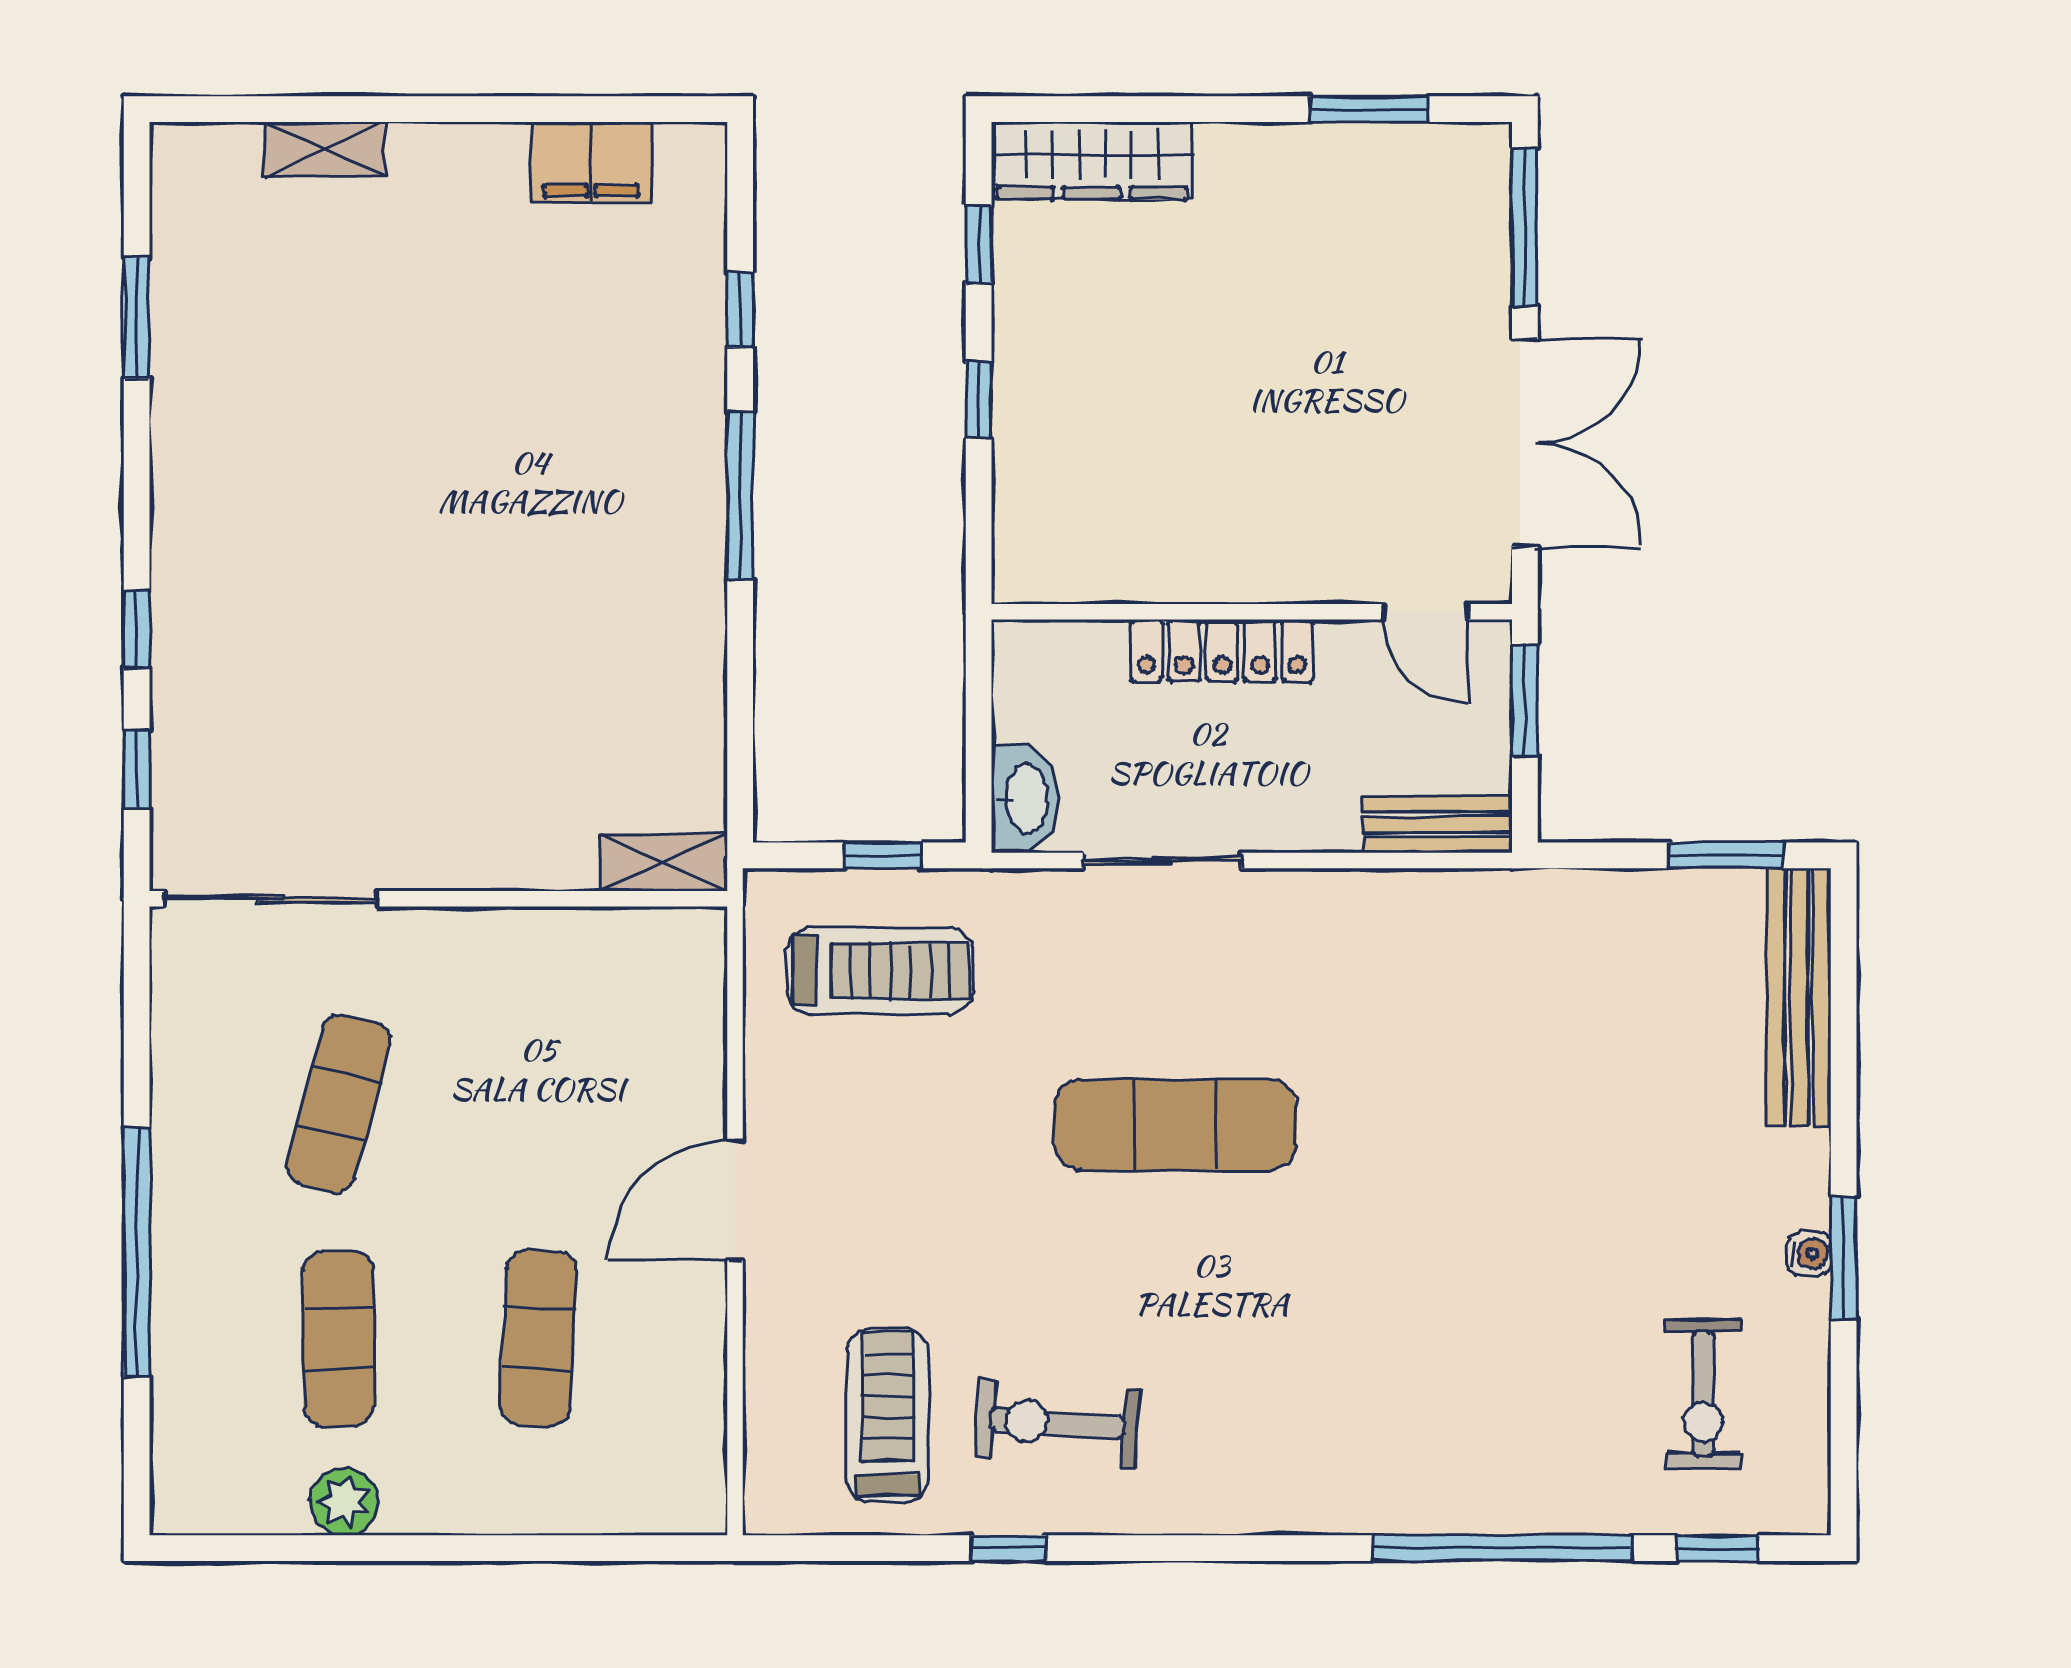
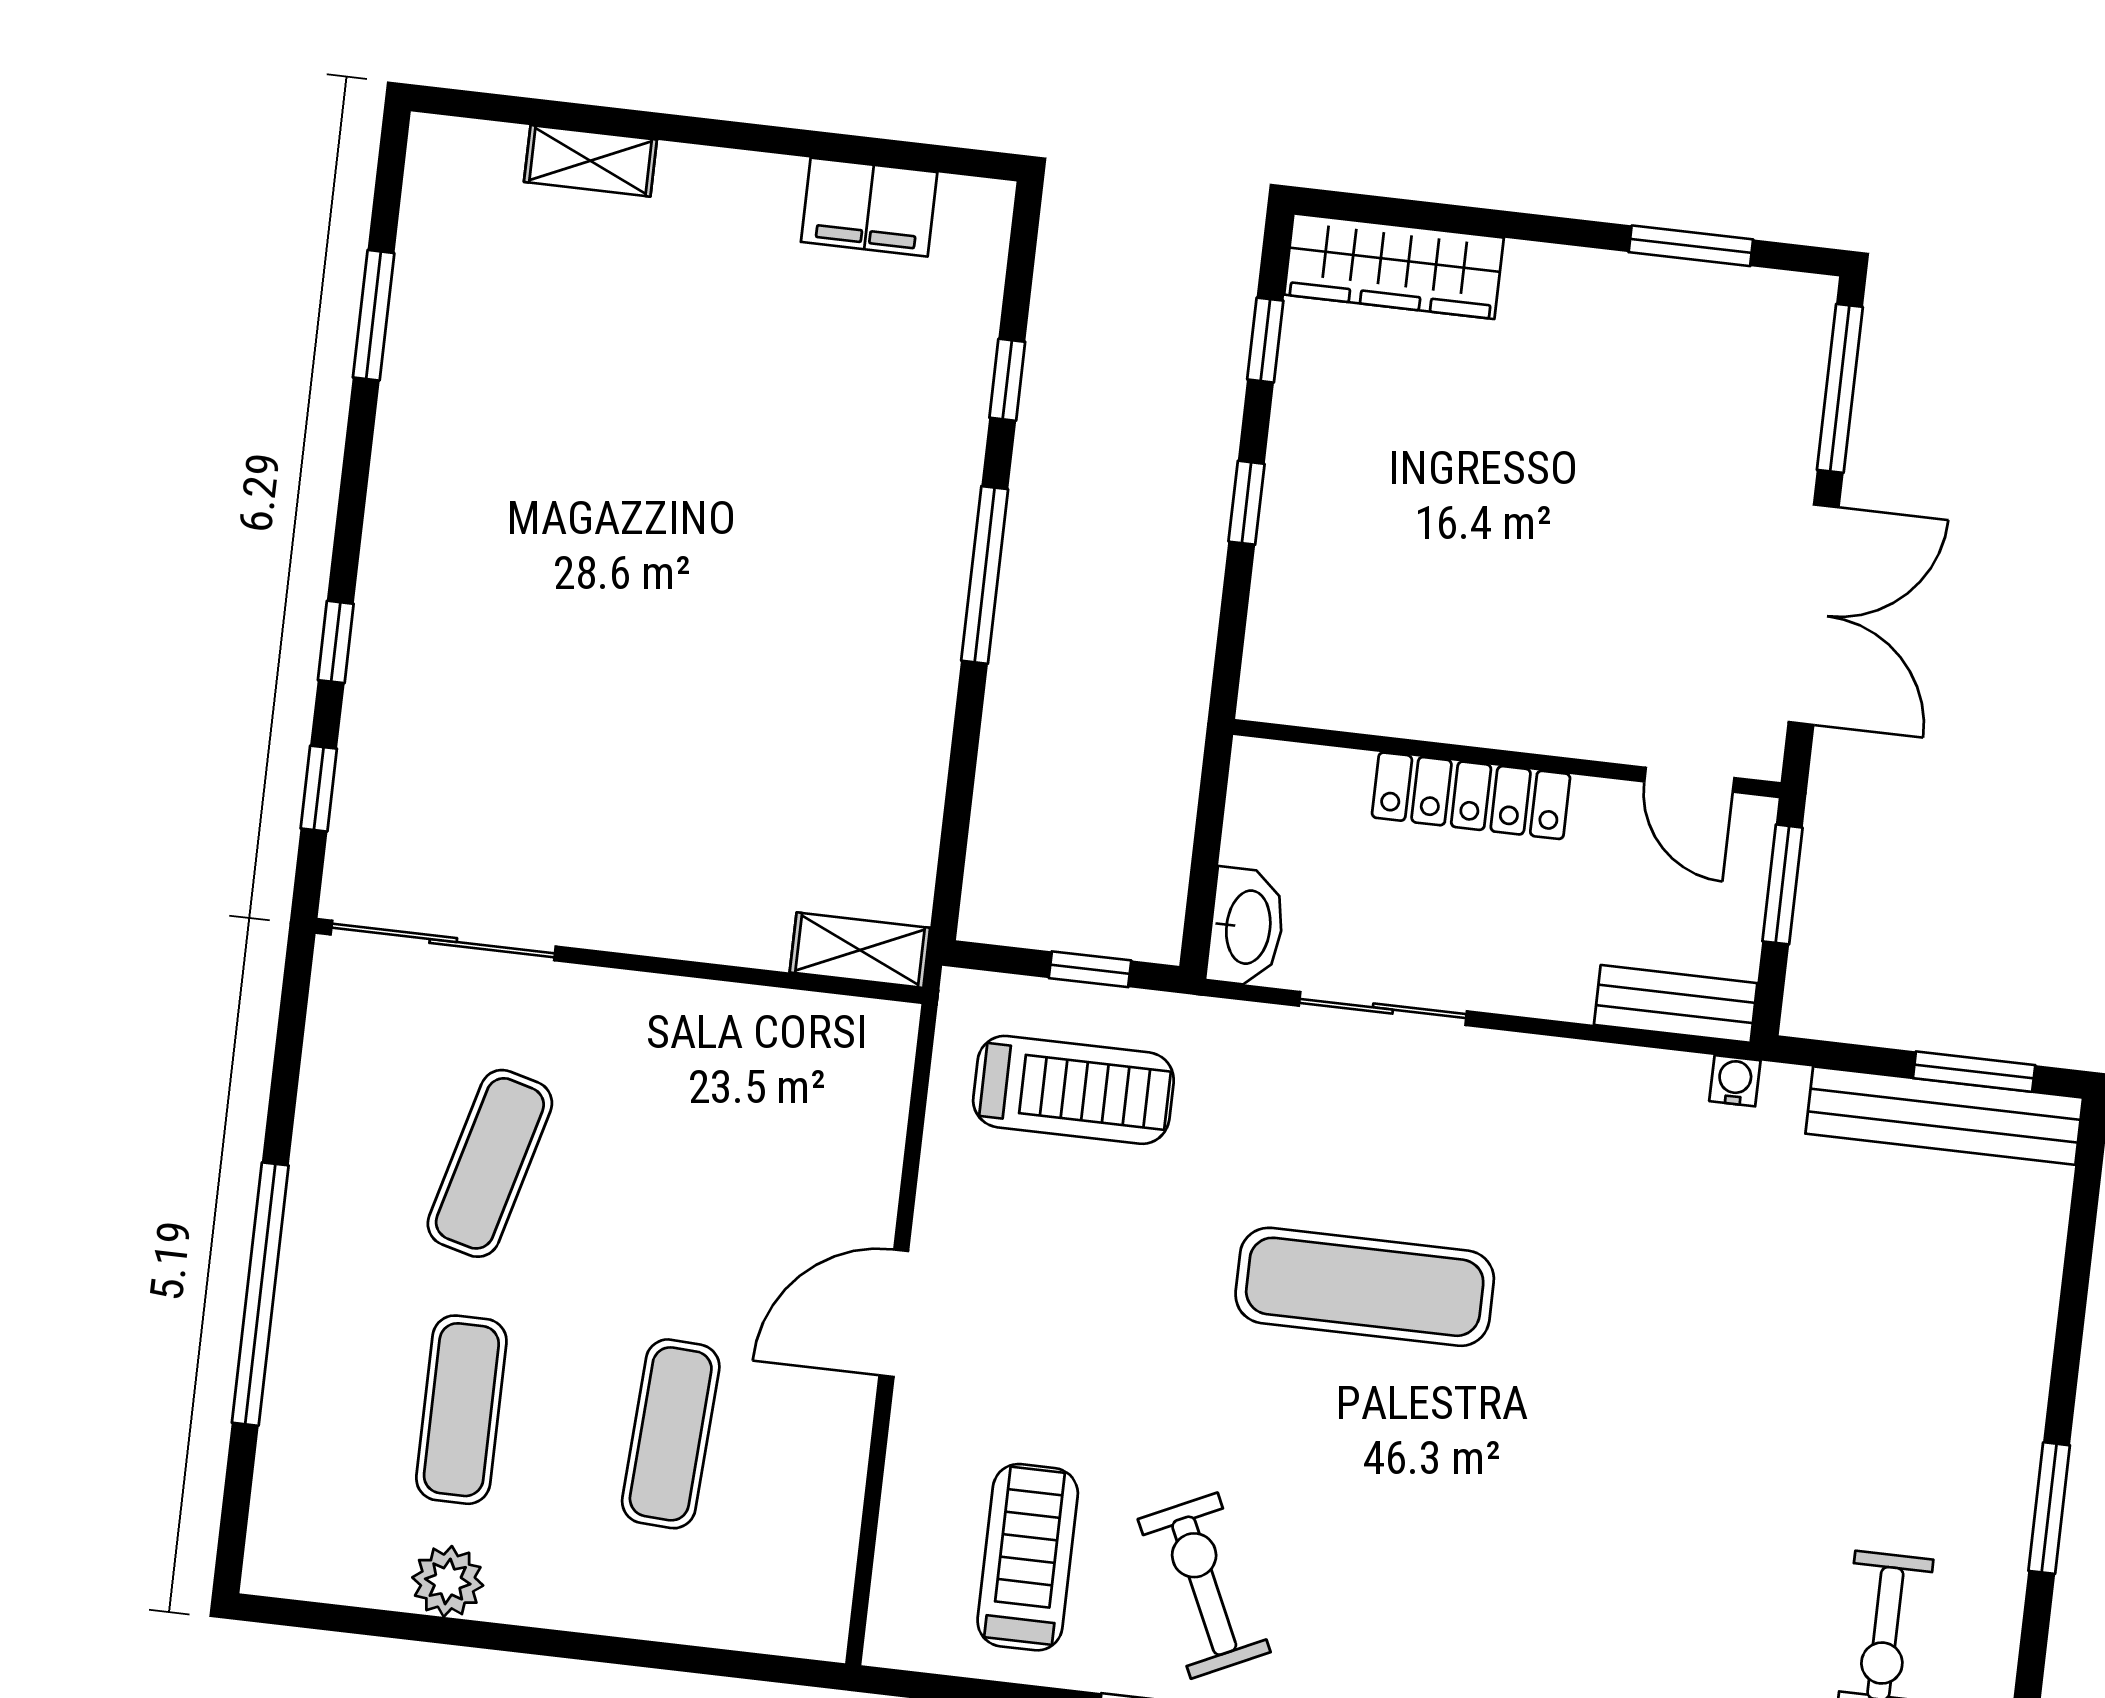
bench: (1799, 997) -> (1944, 1116), moved, turned 90
water cooler: (1809, 1254) -> (1735, 1081), moved, turned -90
exercise bike: (1057, 1423) -> (1204, 1586), turned 61

